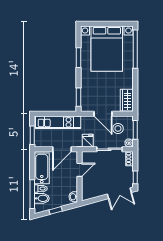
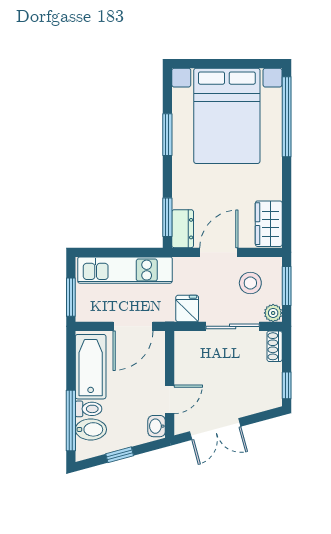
dresser: (86, 103) -> (183, 229), added
door: (103, 114) -> (219, 252), swing flipped
door: (79, 170) -> (170, 399), moved
double door: (119, 193) -> (215, 429), moved

